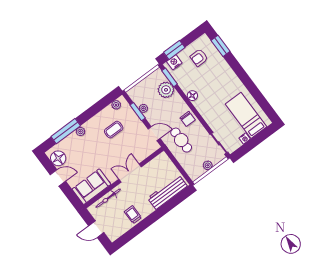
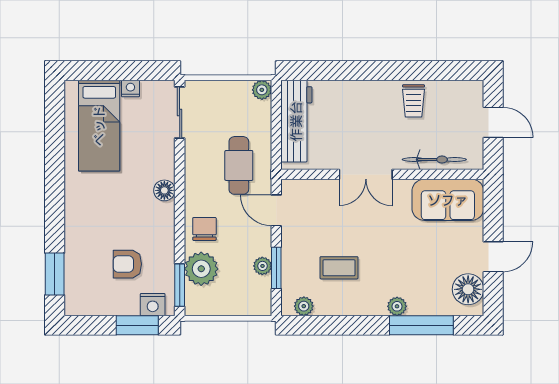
armchair: (199, 58) -> (127, 264), moved, turned 180
floor lamp: (192, 96) -> (164, 190), moved
chair: (188, 119) -> (204, 229), moved
plant: (208, 165) -> (262, 90), moved
door: (58, 178) -> (493, 257), swing flipped
workbench: (167, 192) -> (296, 121), moved, turned -90

